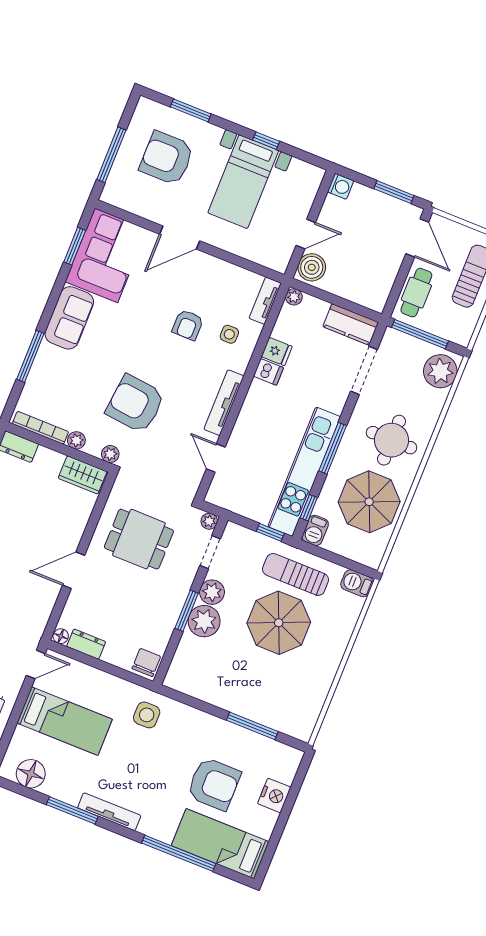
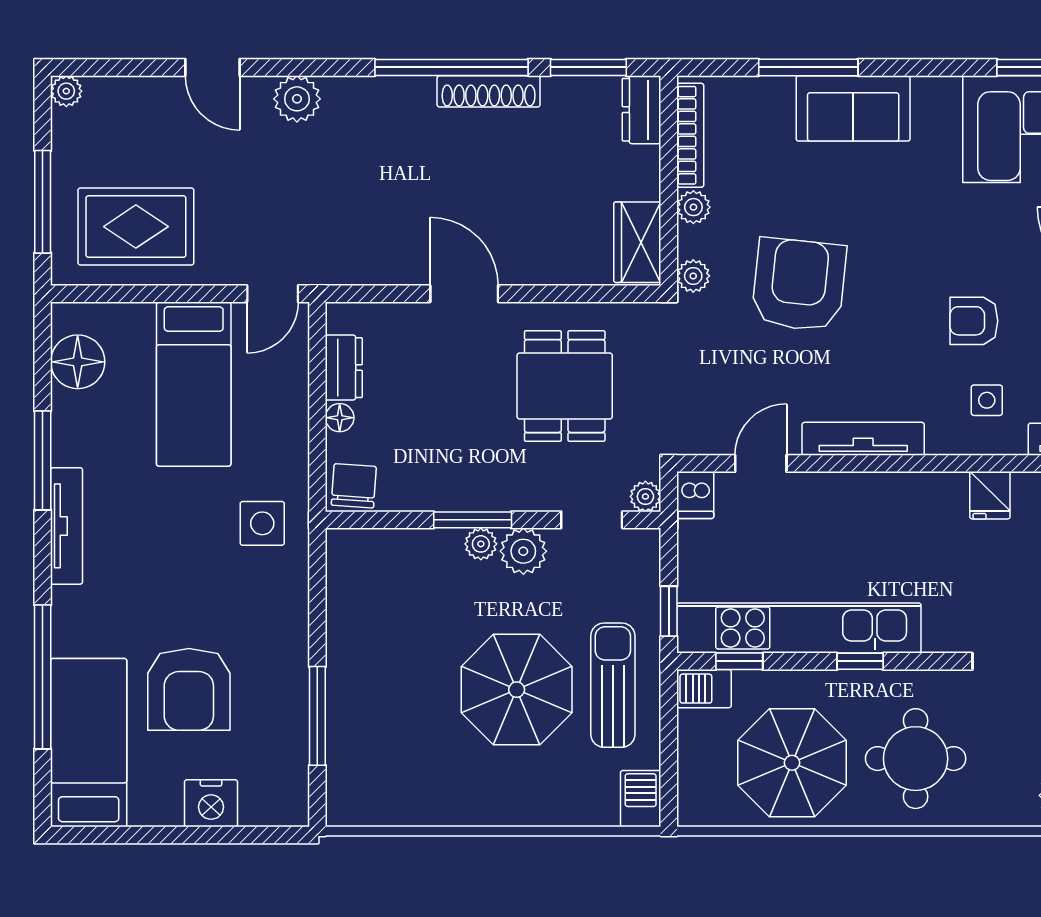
sofa: (69, 318) -> (853, 108), moved
dishwasher: (268, 372) -> (695, 495), moved
window: (333, 448) -> (860, 661), width x0.46
plant: (204, 621) -> (481, 544), width x0.53, depth x0.53
floor lamp: (61, 636) -> (340, 418), moved
chair: (146, 662) -> (354, 486), turned -86
door: (36, 664) -> (273, 294), hinge flipped

